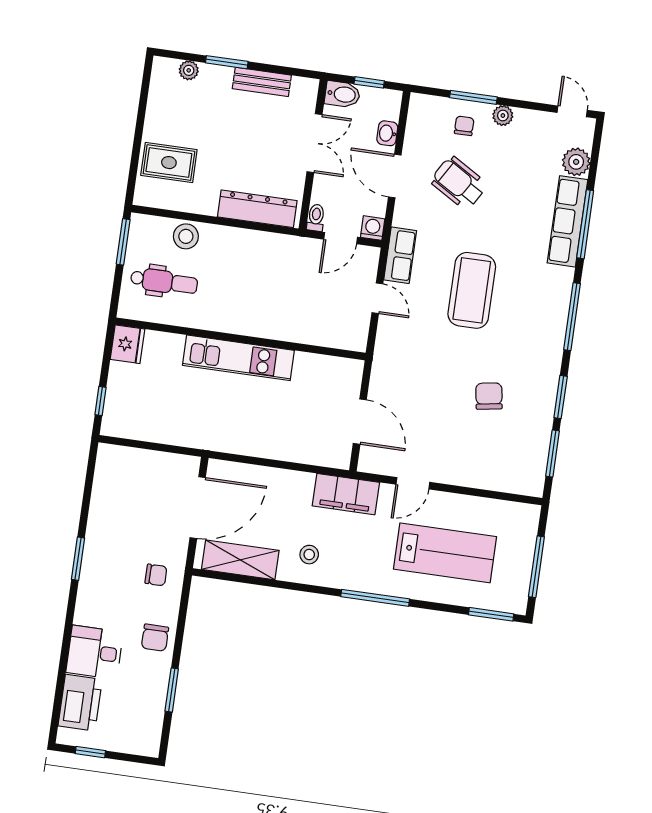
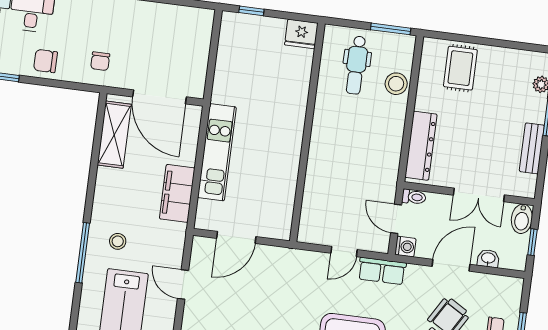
kitchen unit: (238, 358) -> (217, 152), moved, turned 180
filing cabinet: (346, 494) -> (177, 193), moved
stool: (309, 555) -> (118, 241), moved

